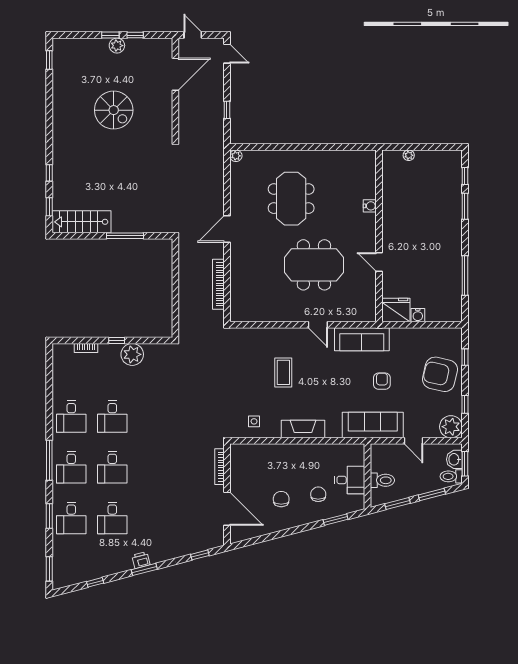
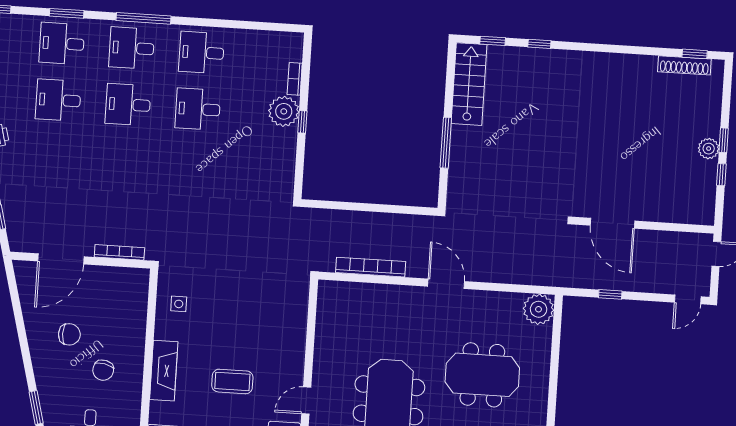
shoe rack: (58, 67) -> (684, 65), added
door: (175, 74) -> (612, 223), moved
spiral stairs: (114, 110) -> (620, 138), removed
plant: (236, 156) -> (539, 309), width x1.87, depth x1.87
plant: (132, 354) -> (284, 111), moved
coffee table: (283, 372) -> (232, 381), moved
chair: (318, 494) -> (103, 370), moved, turned 102

